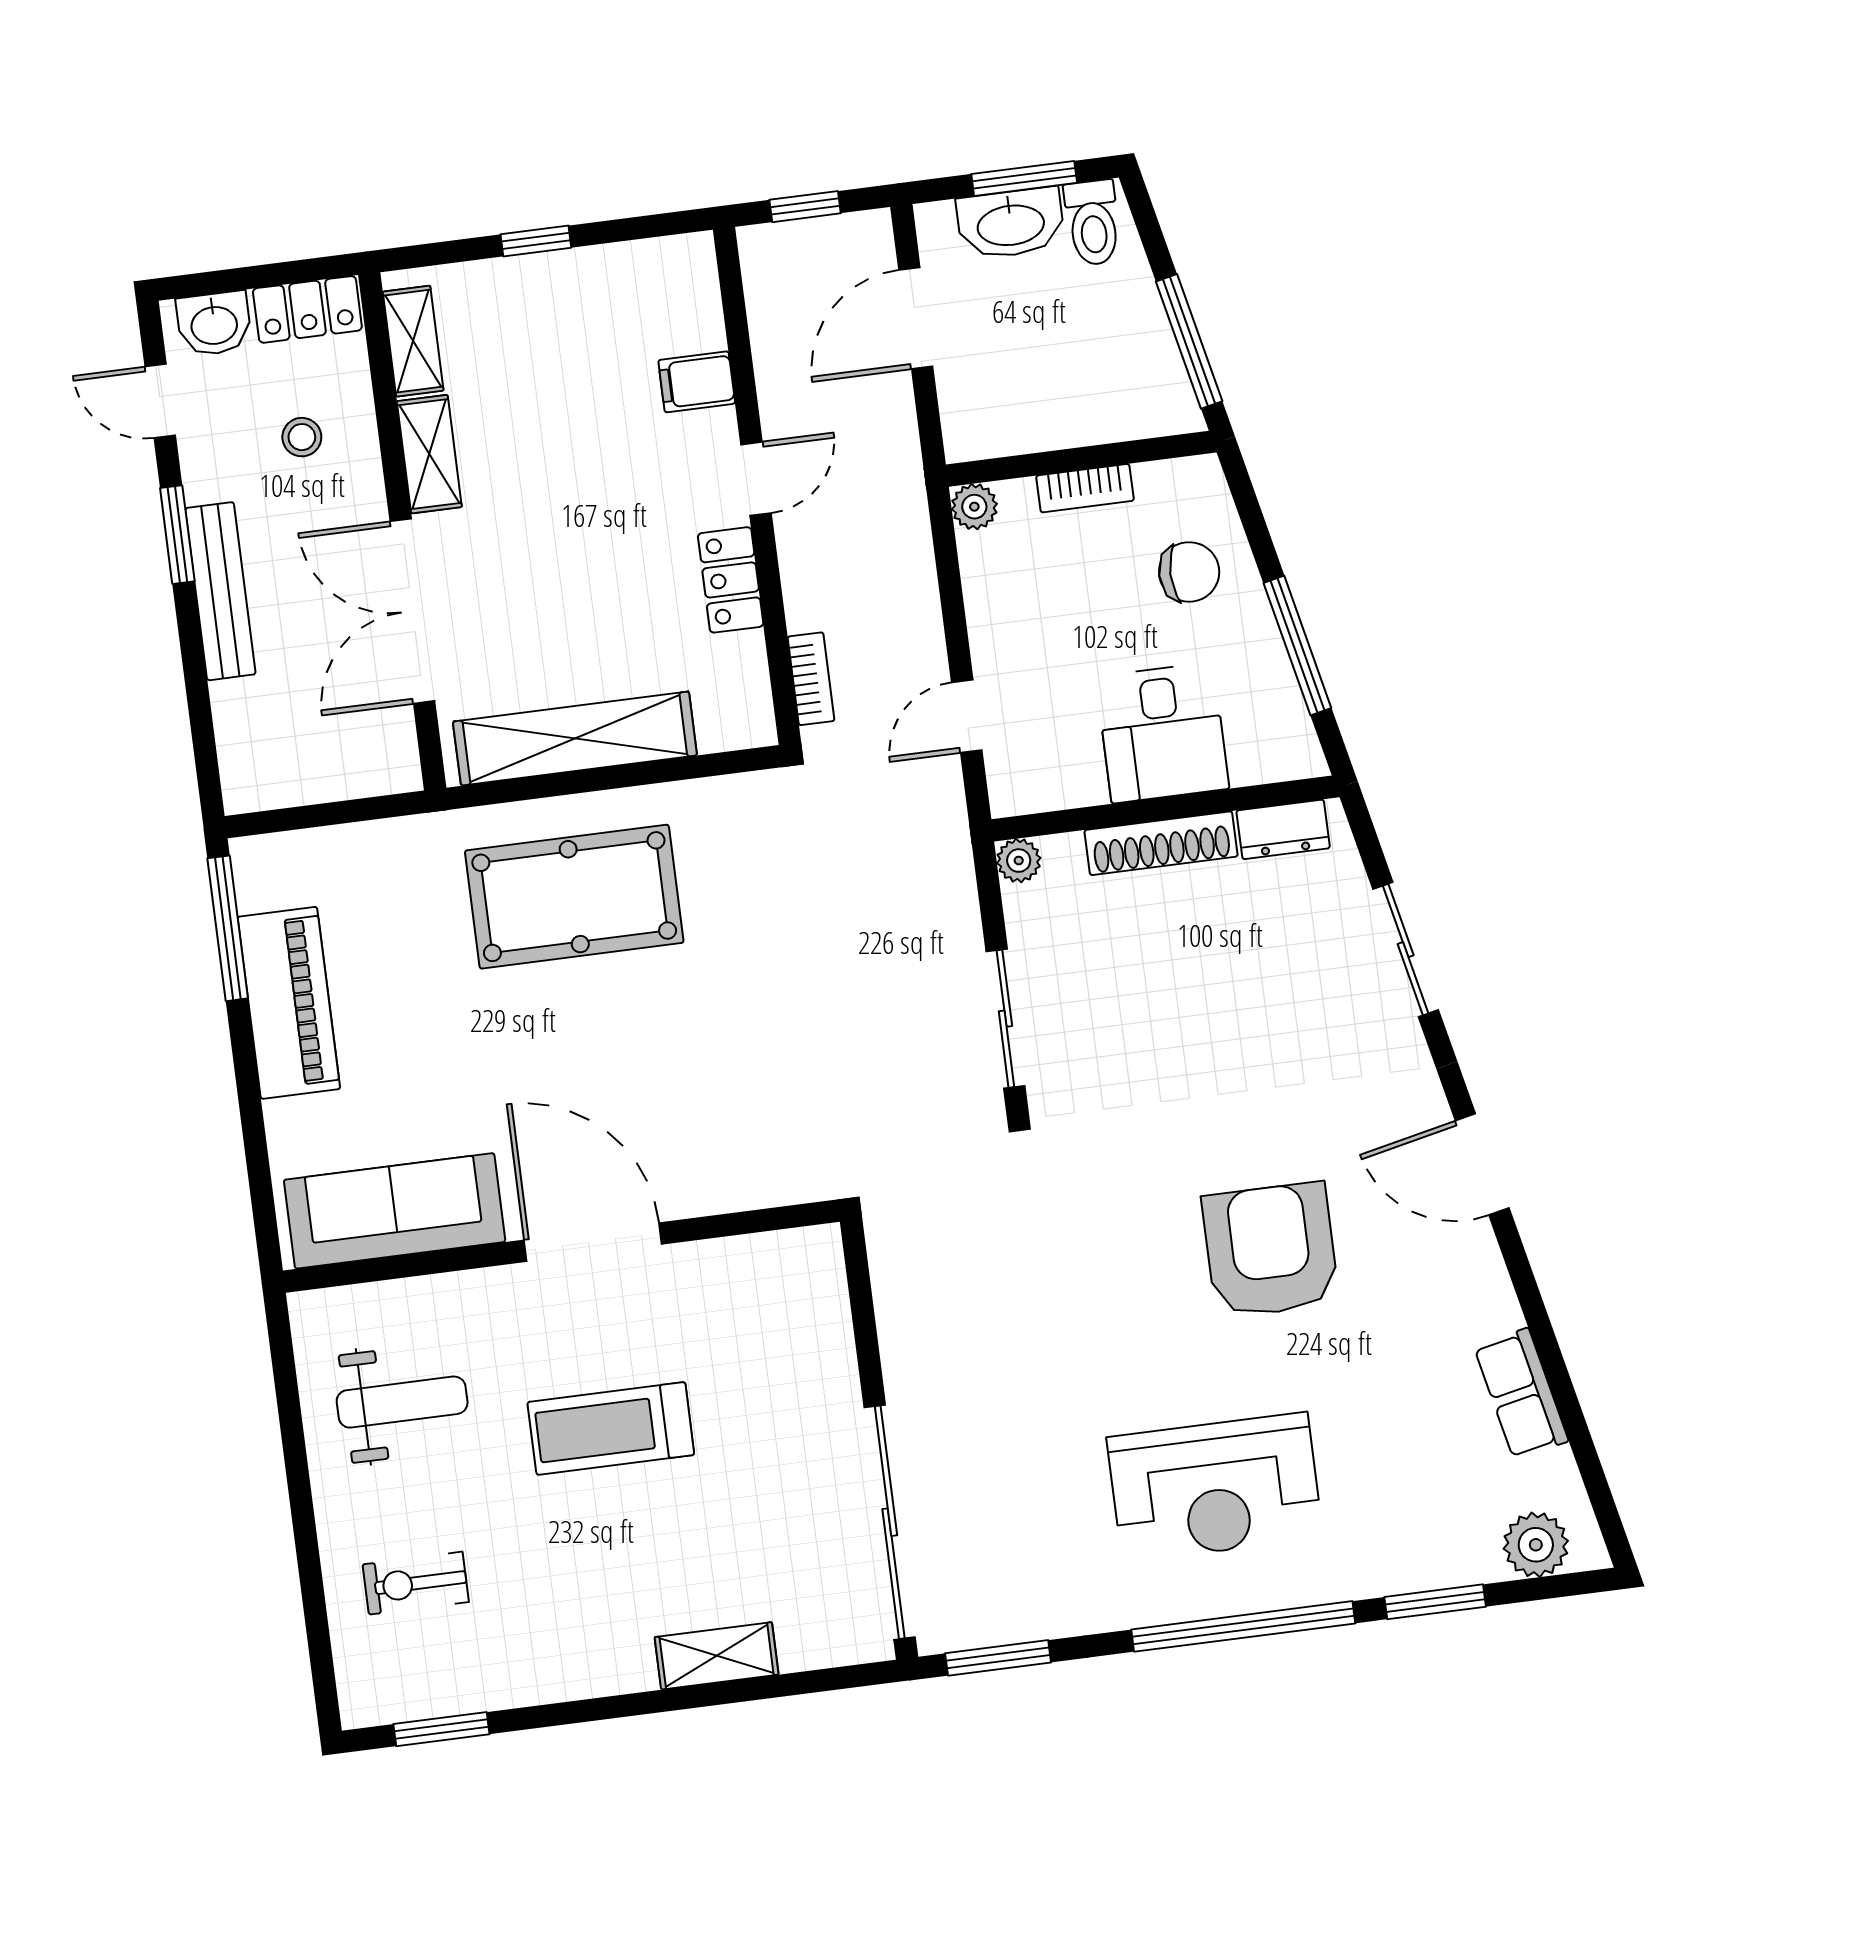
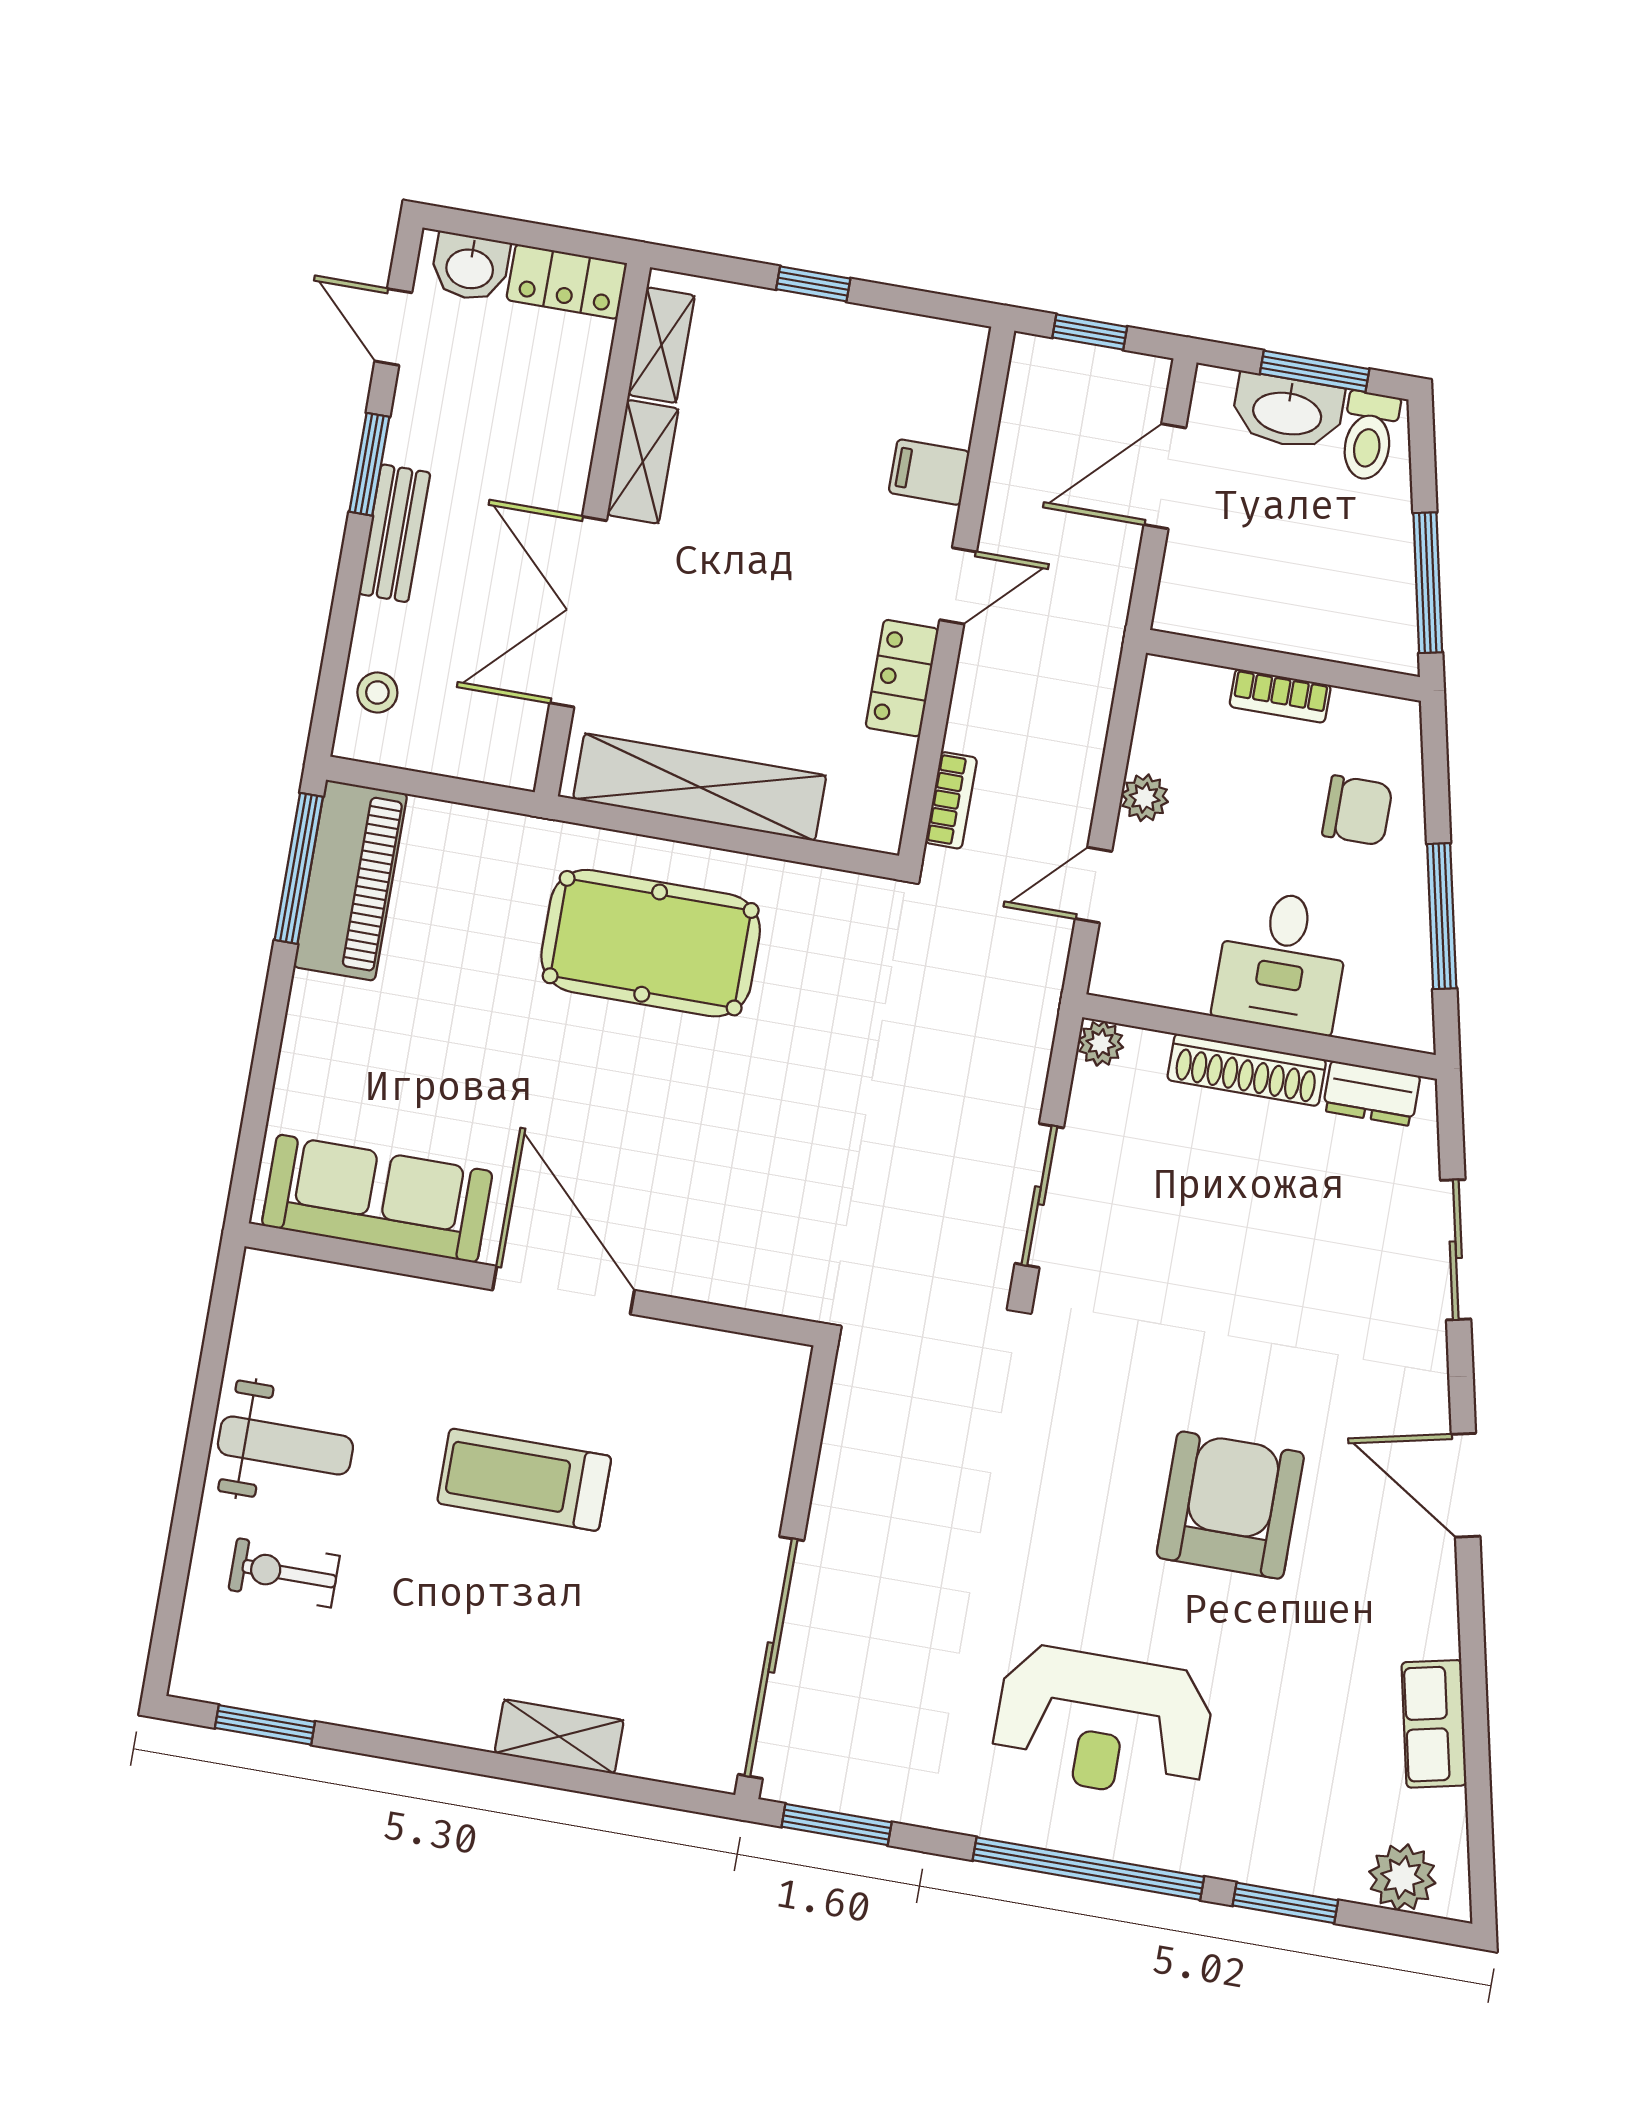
stool: (302, 437) -> (377, 692), moved
plant: (974, 507) -> (1145, 798), moved
bench: (220, 591) -> (395, 533), width x0.73
piano: (289, 1003) -> (350, 880), moved
weight bench: (402, 1402) -> (285, 1446), moved

